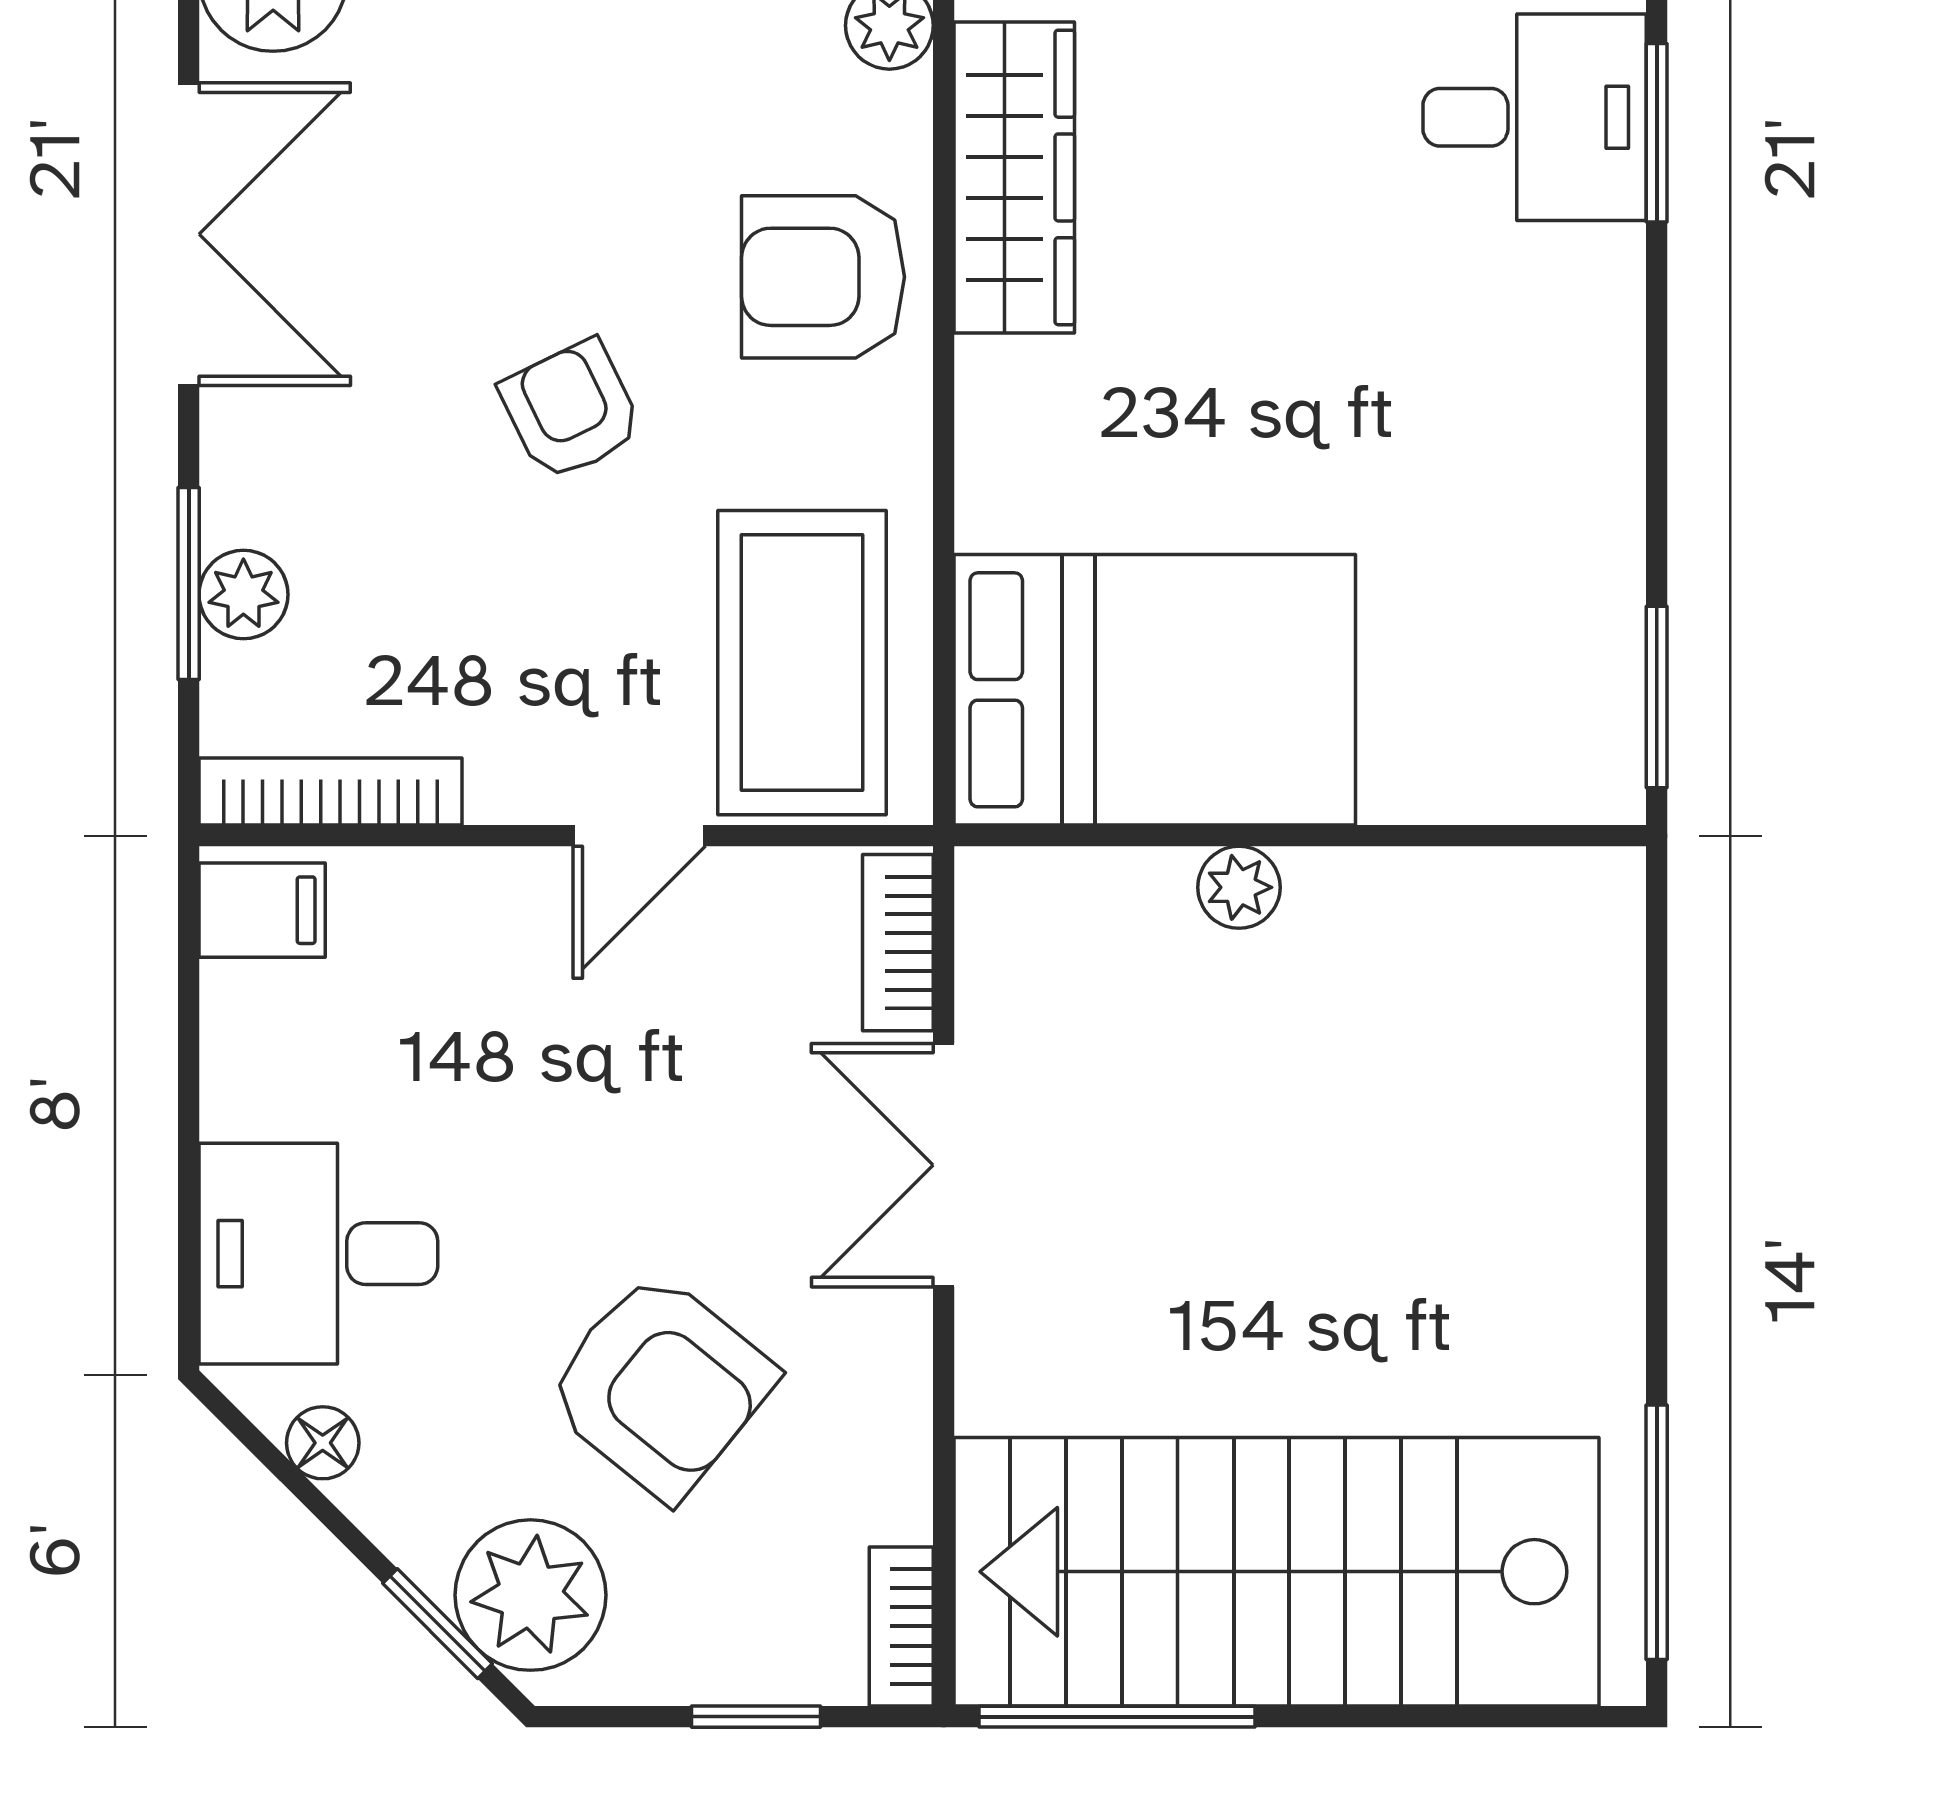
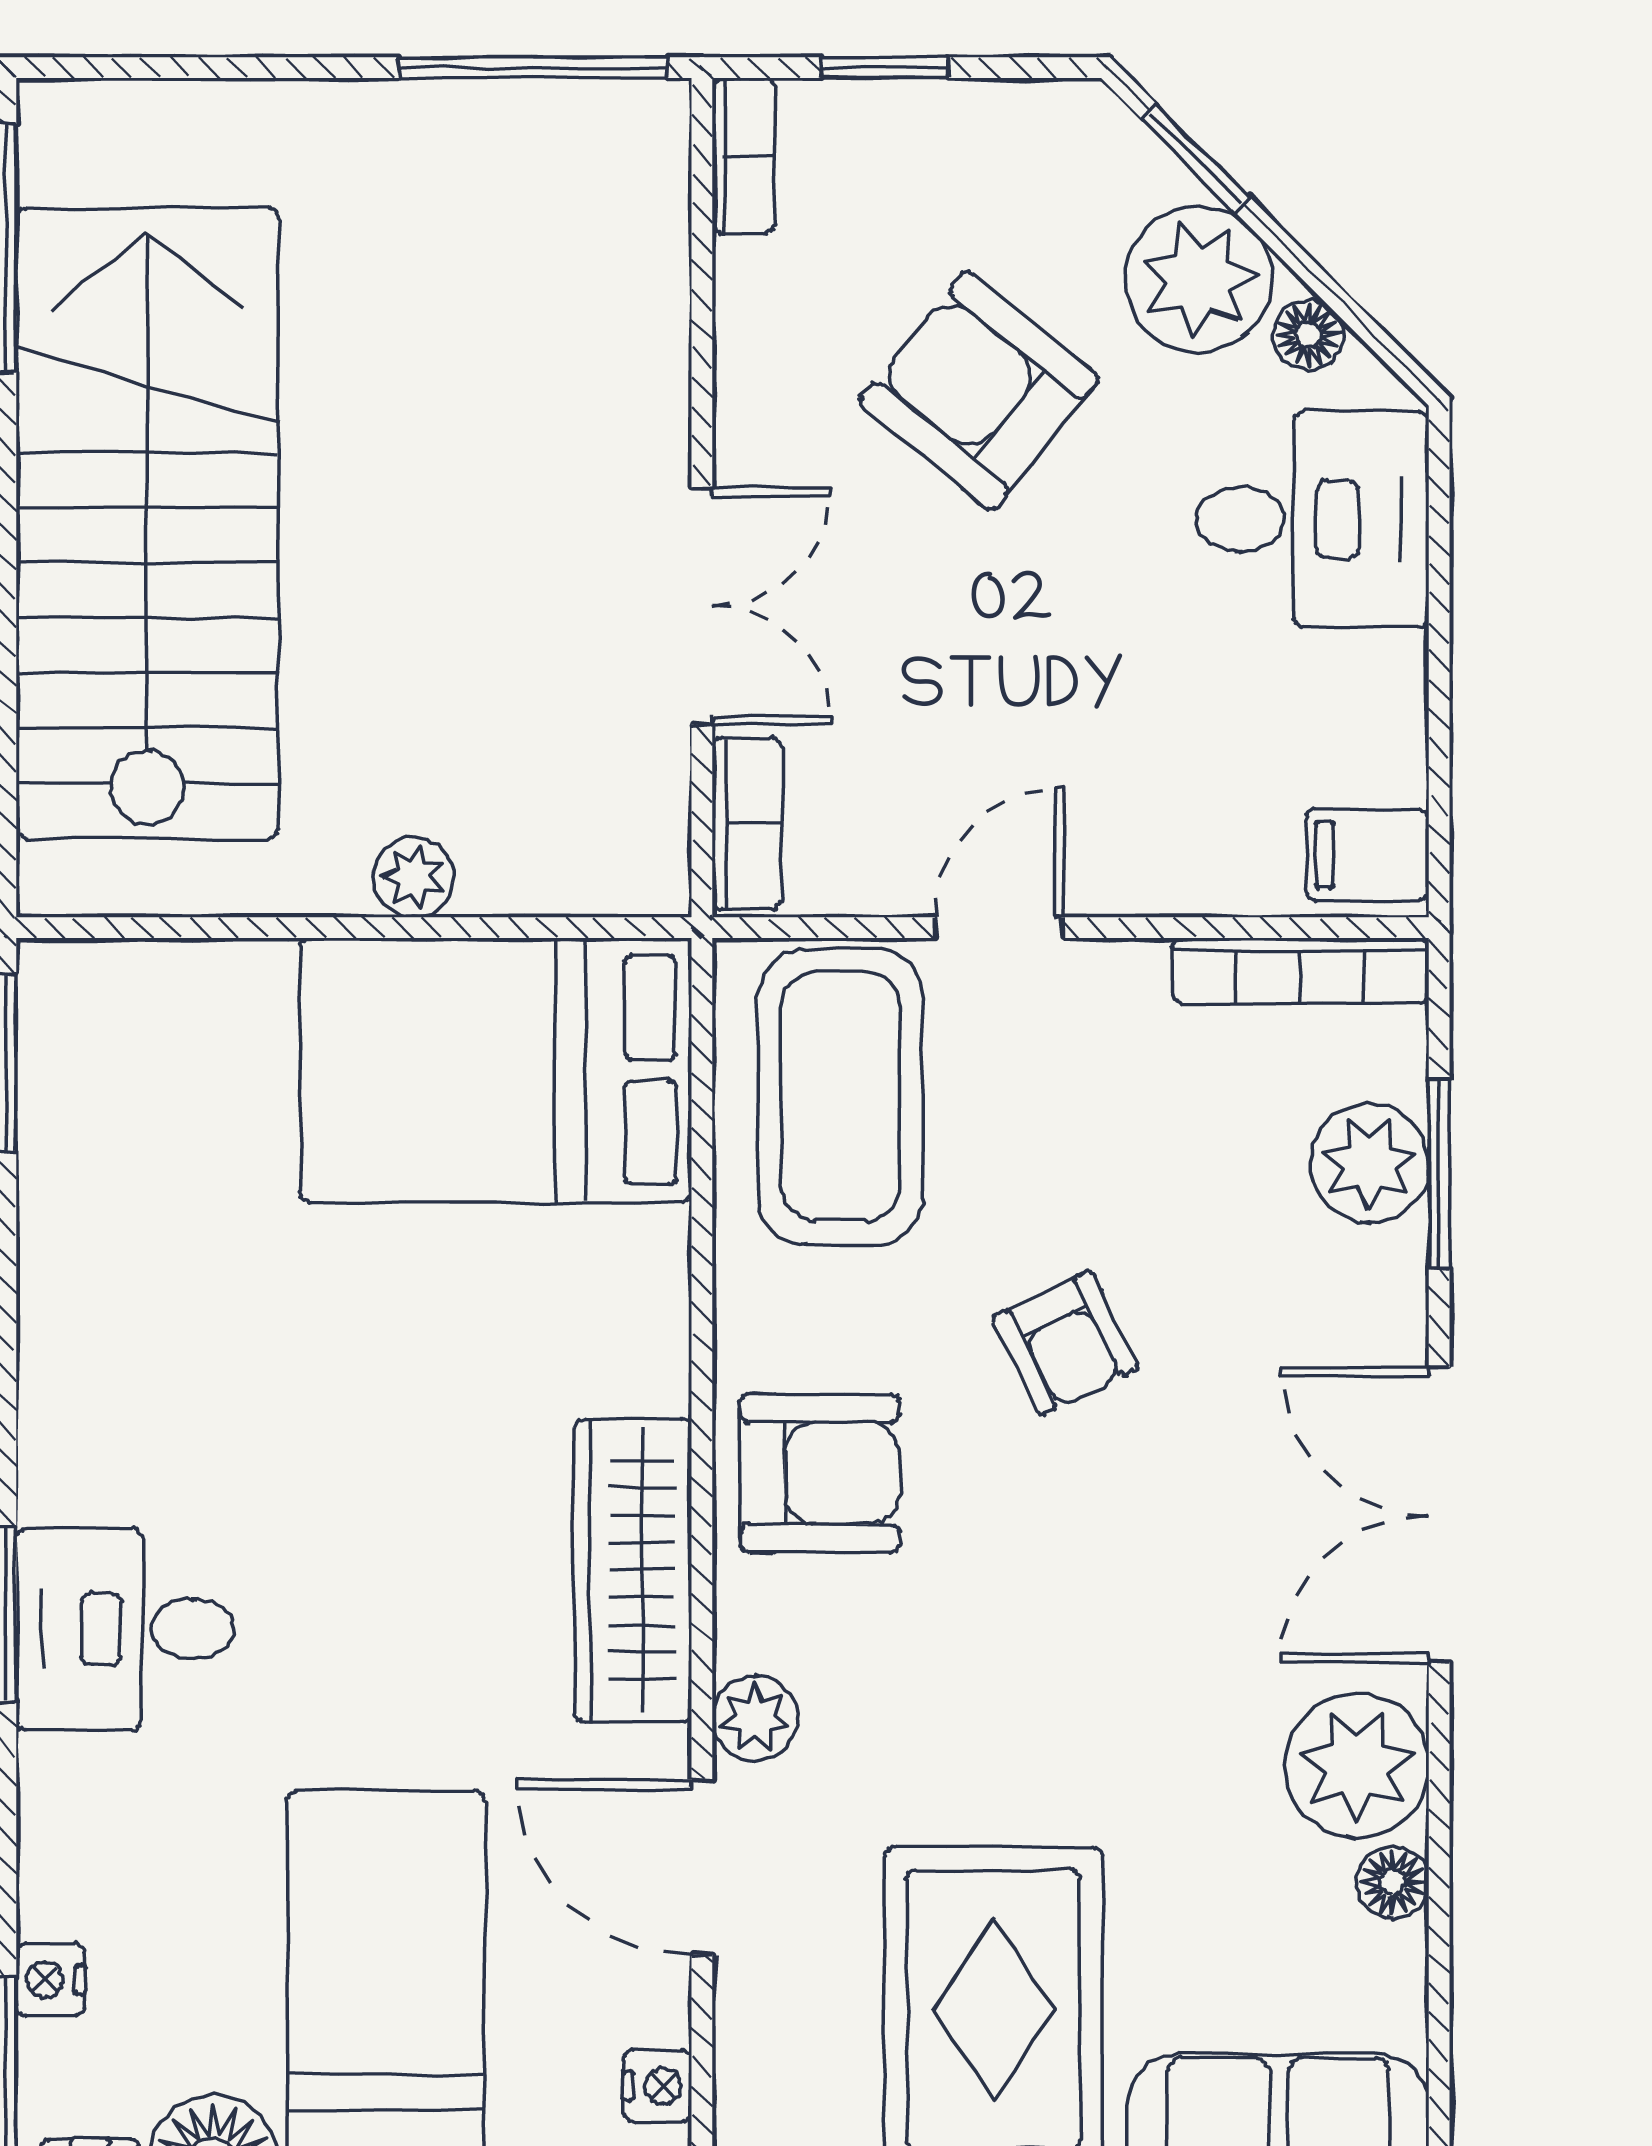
plant: (243, 594) -> (1369, 1163), width x1.38, depth x1.38
stairs: (1277, 1572) -> (147, 523), moved, turned -90
plant: (530, 1595) -> (1198, 279), moved

